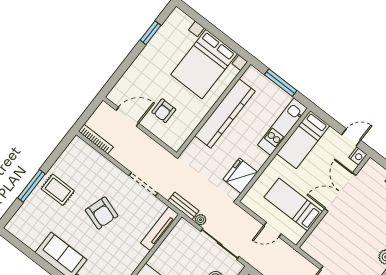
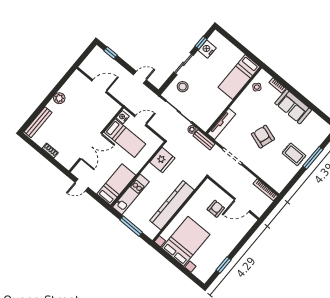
nightstand: (358, 156) -> (123, 117), moved

